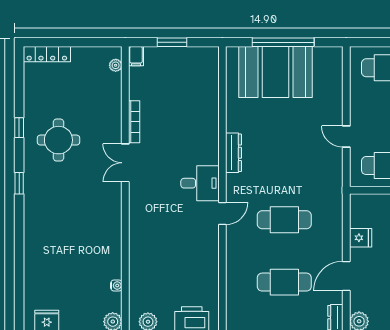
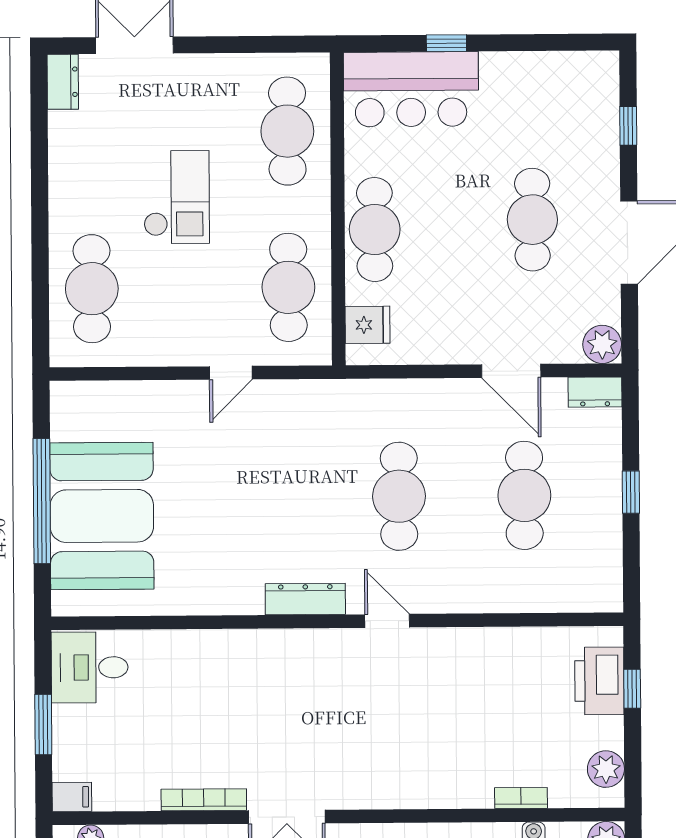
dresser: (234, 153) -> (305, 599), moved
desk: (200, 183) -> (90, 667), moved, turned -90
fridge: (361, 238) -> (367, 325), moved, turned 90
bookcase: (134, 279) -> (521, 798), added

